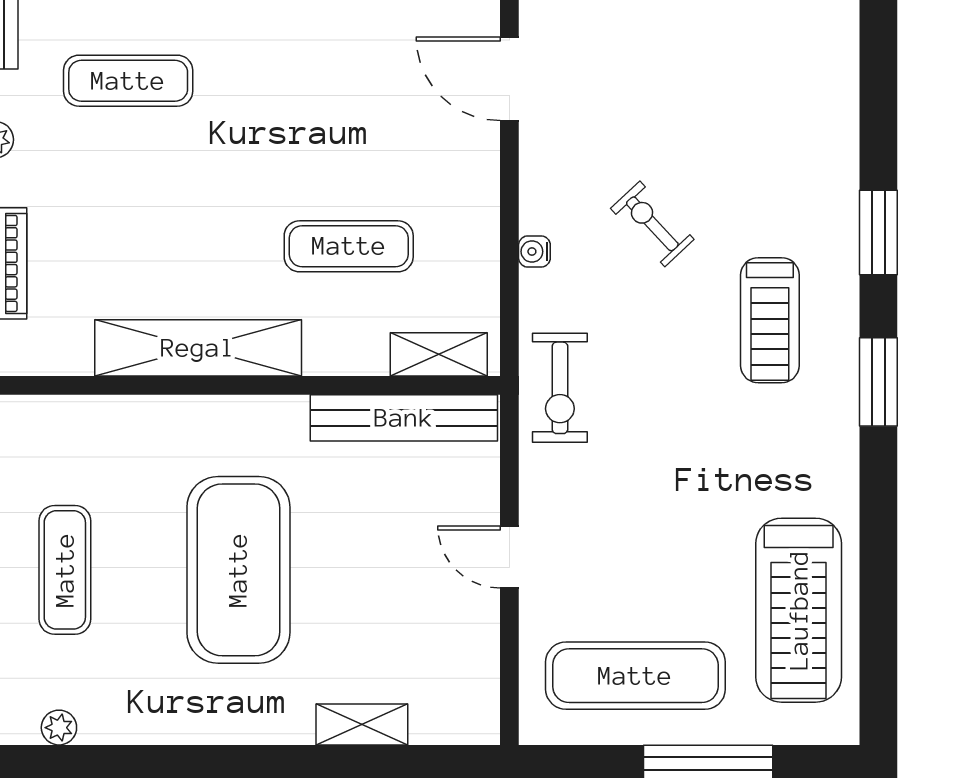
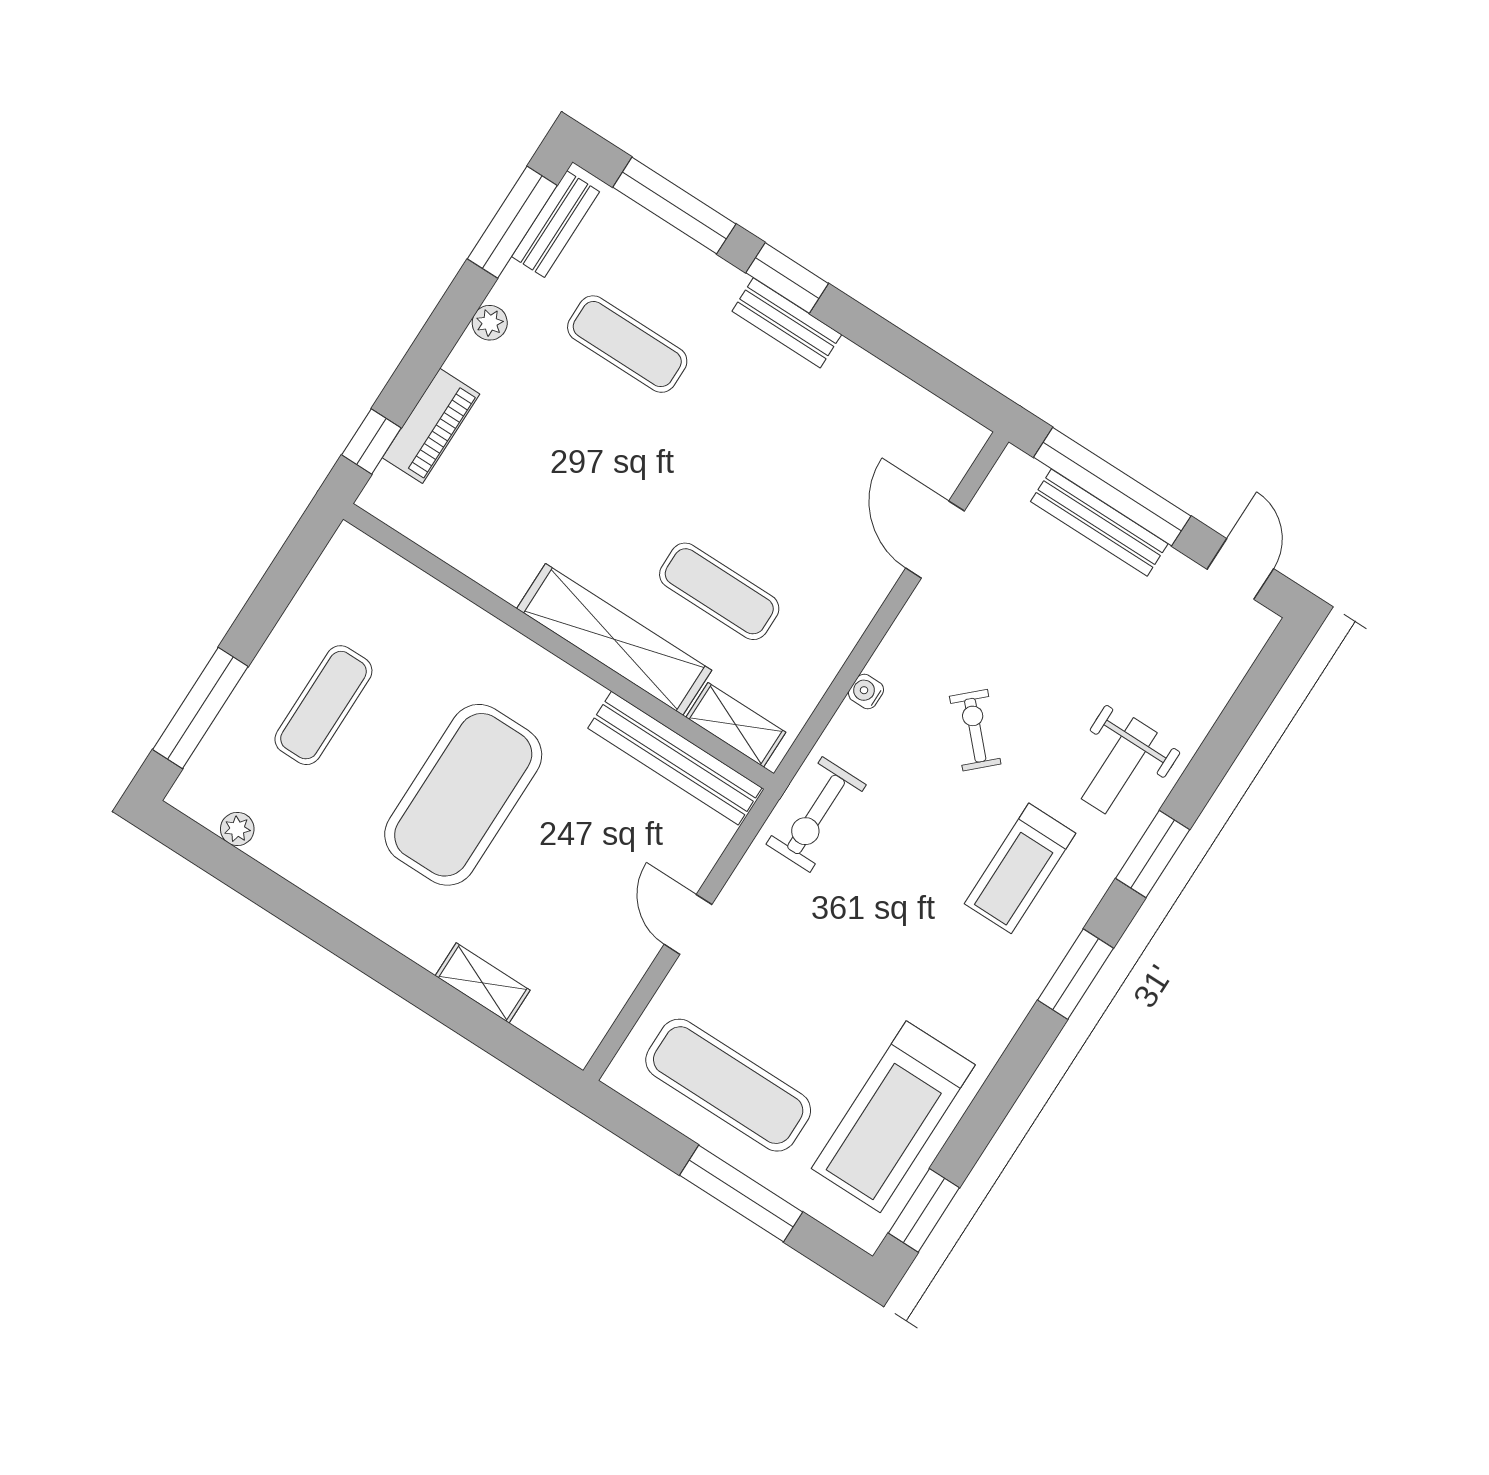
weight bench: (799, 174) -> (1119, 766), added
shelving: (198, 348) -> (614, 639), moved
window: (878, 675) -> (924, 1210), added

